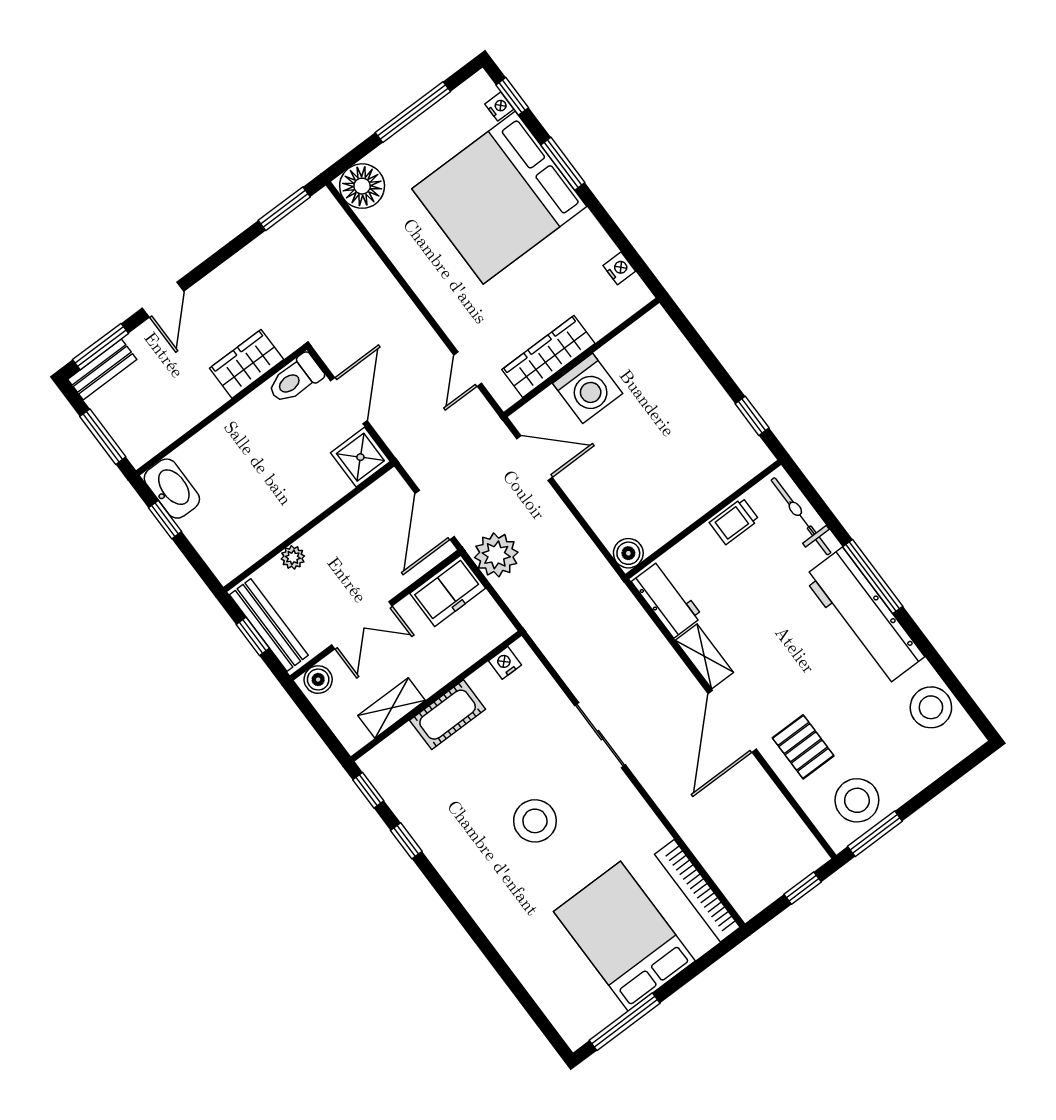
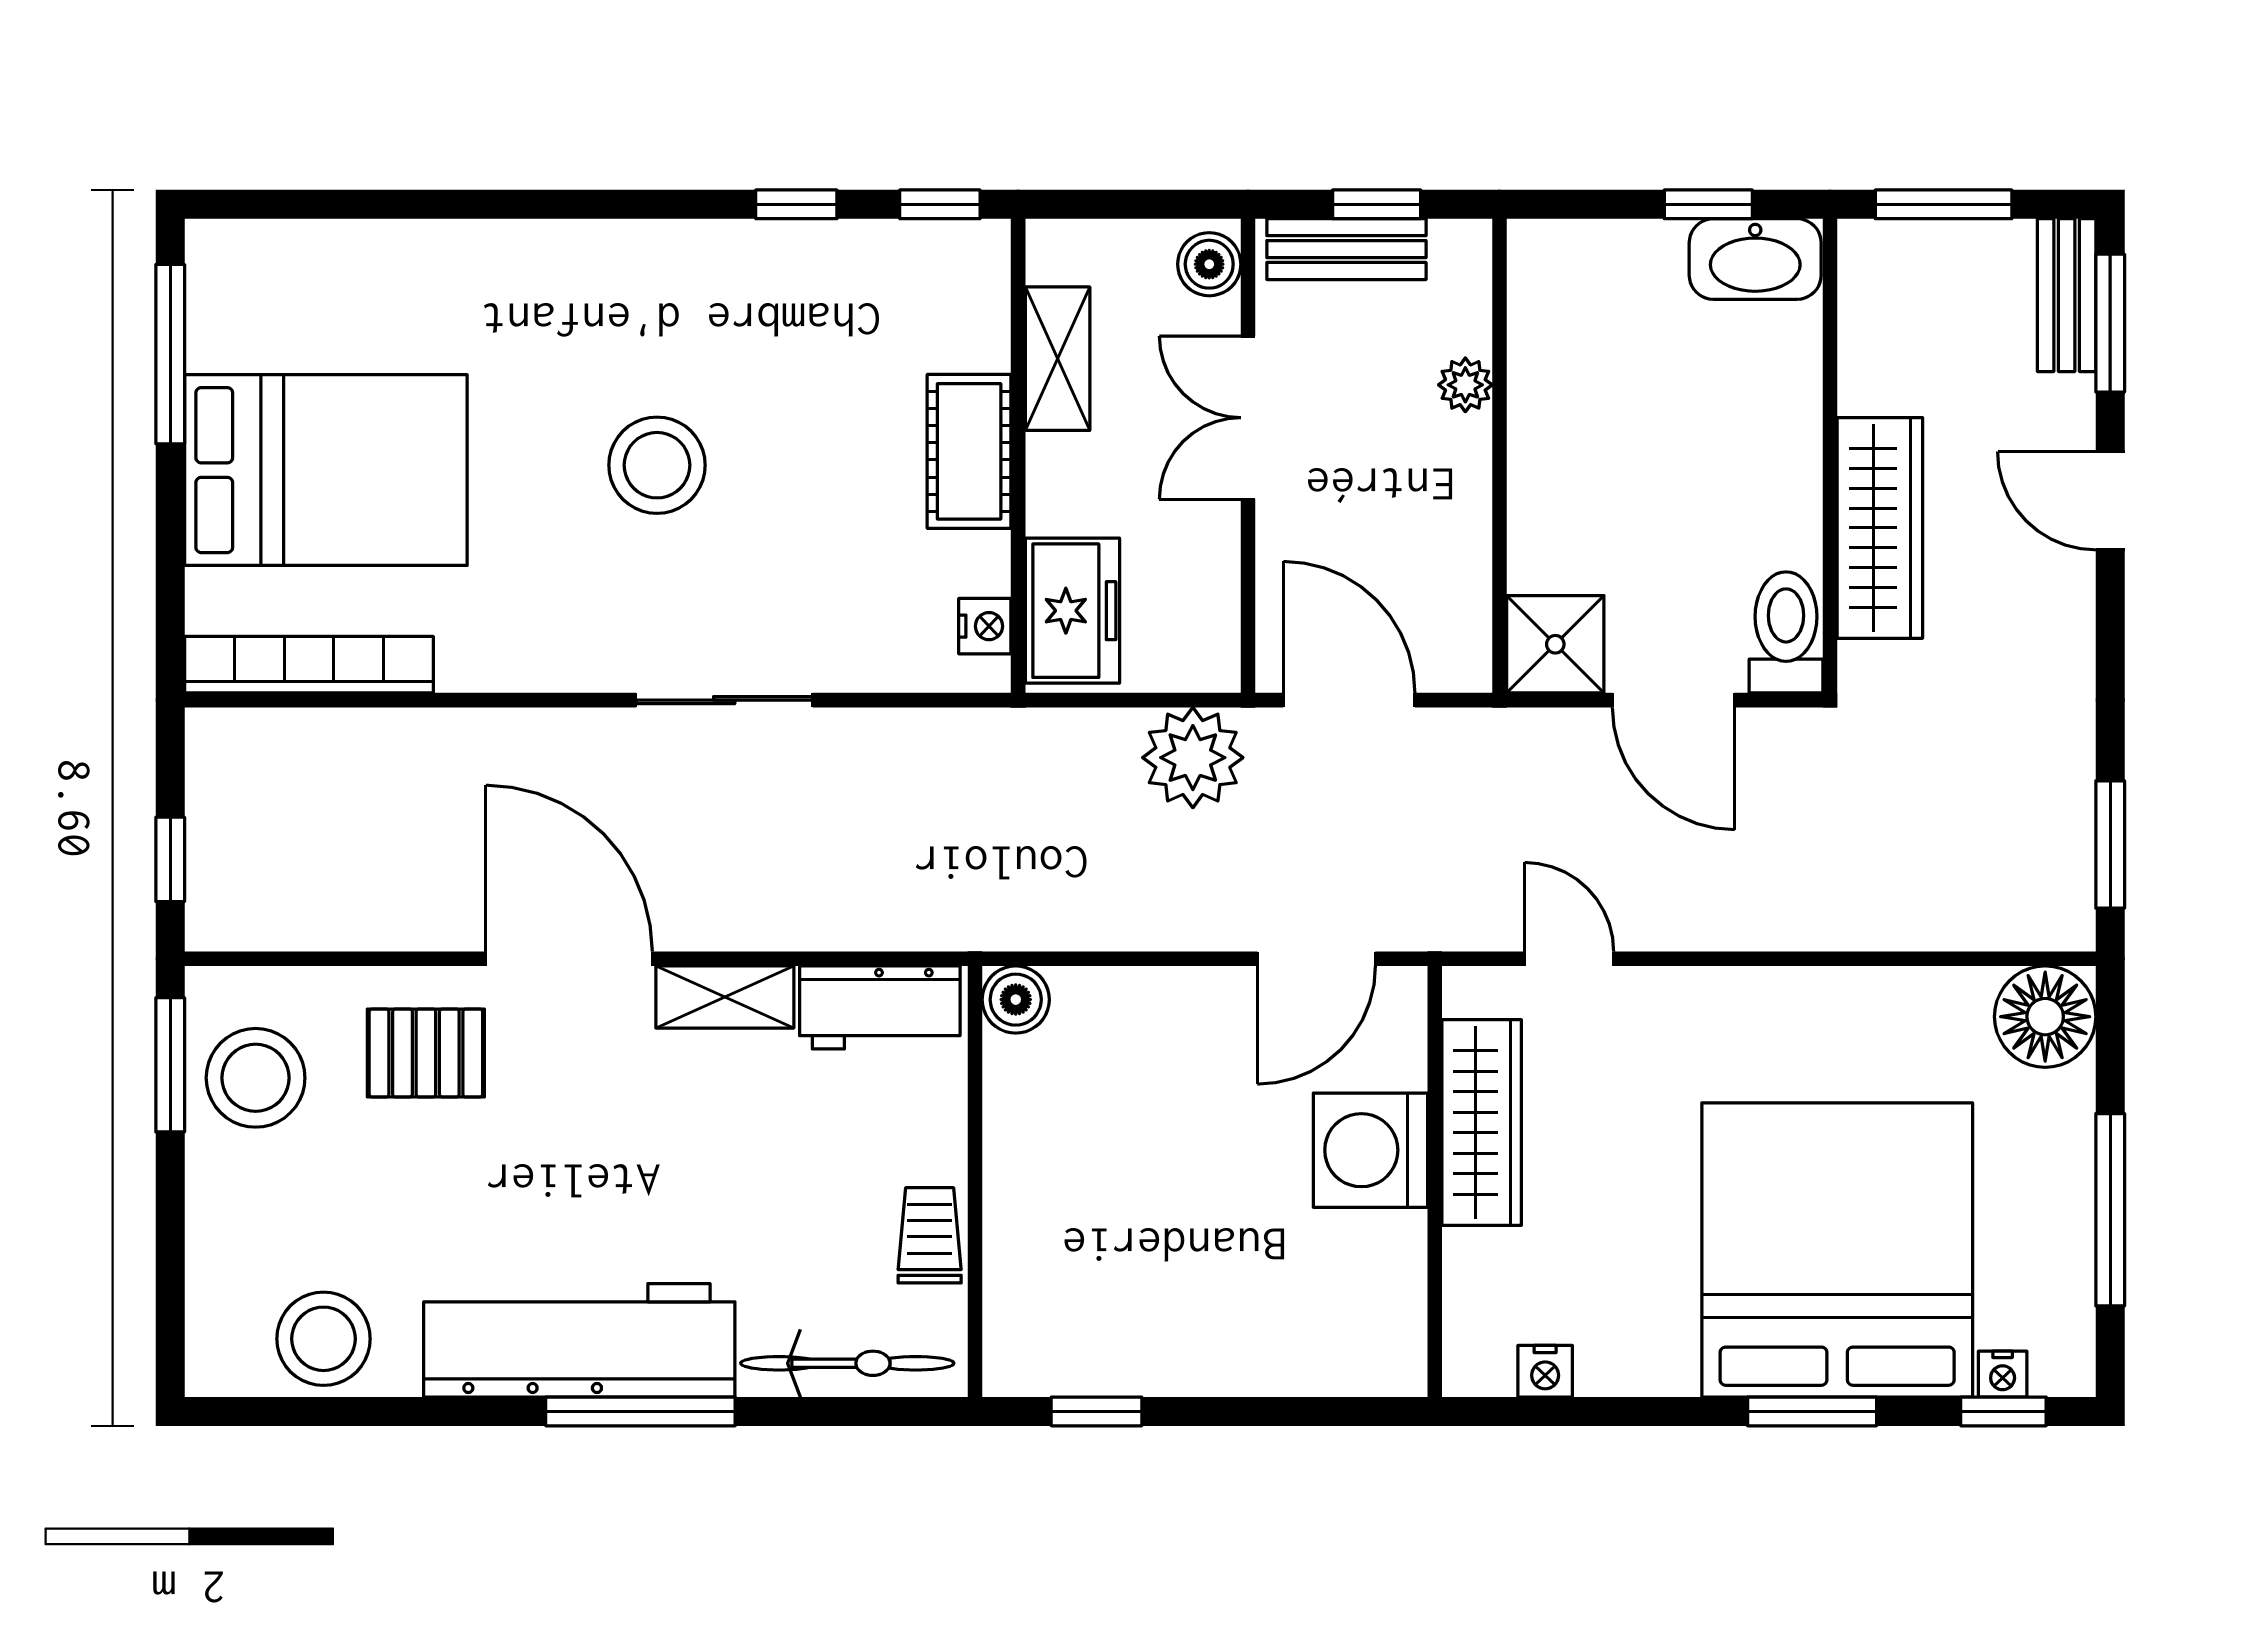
wardrobe: (247, 364) -> (1880, 528), width x1.50
freezer: (448, 591) -> (1072, 611), moved, turned 180
bench: (269, 625) -> (1346, 249), width x0.73

